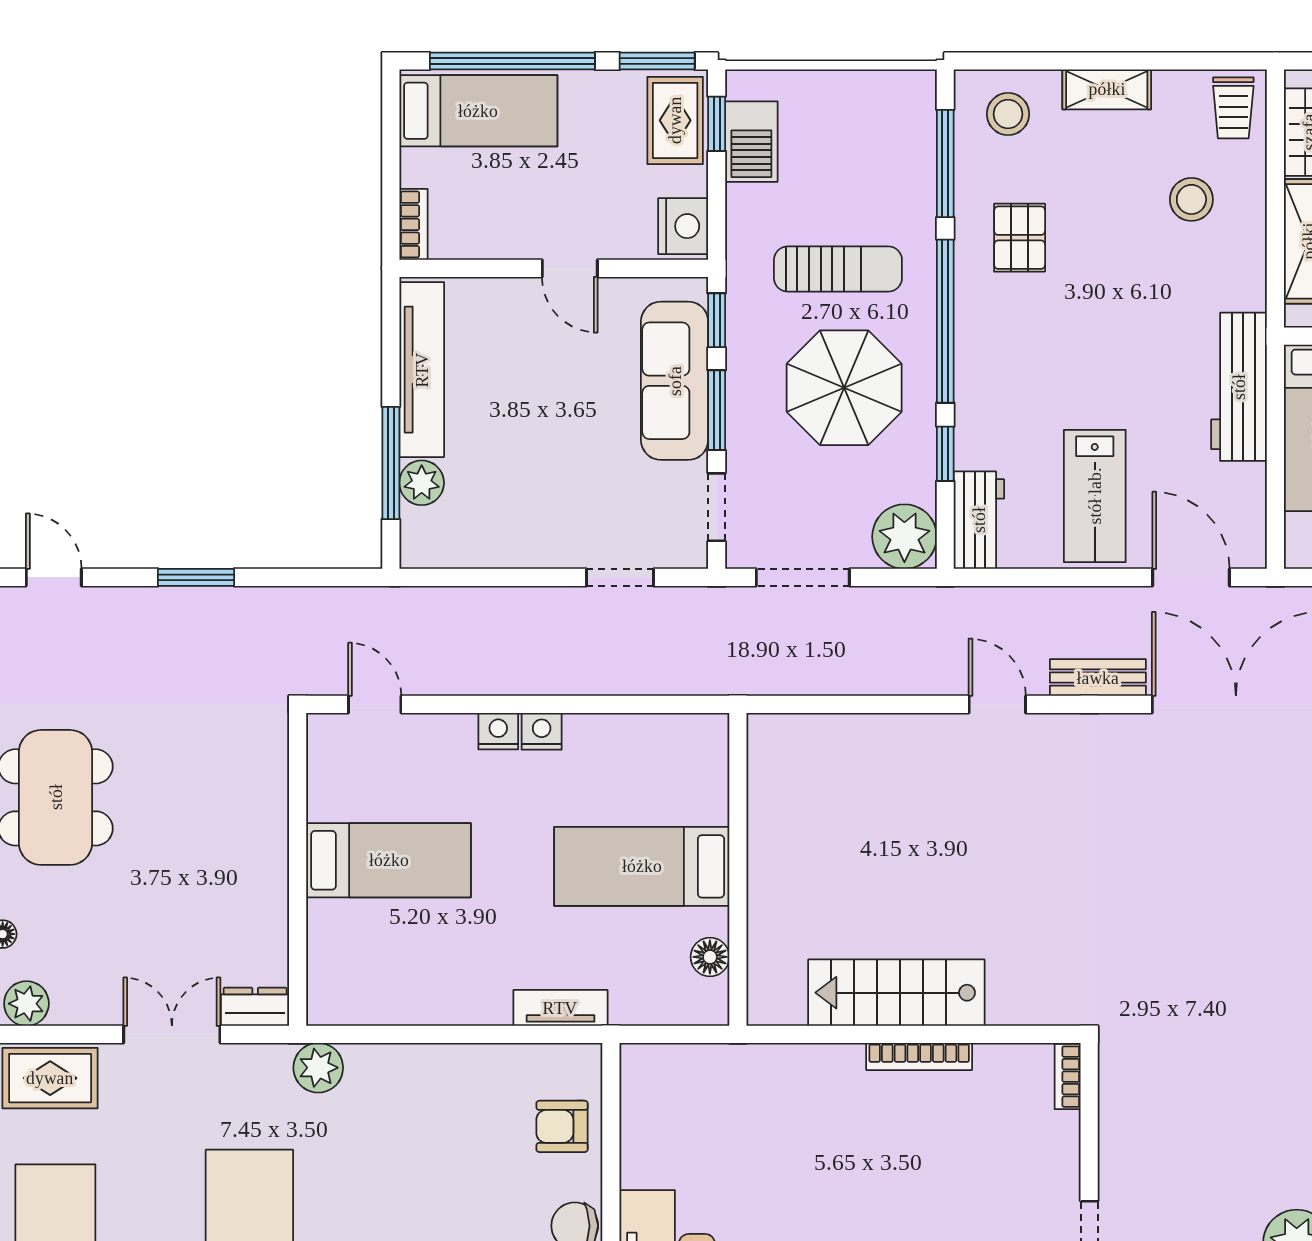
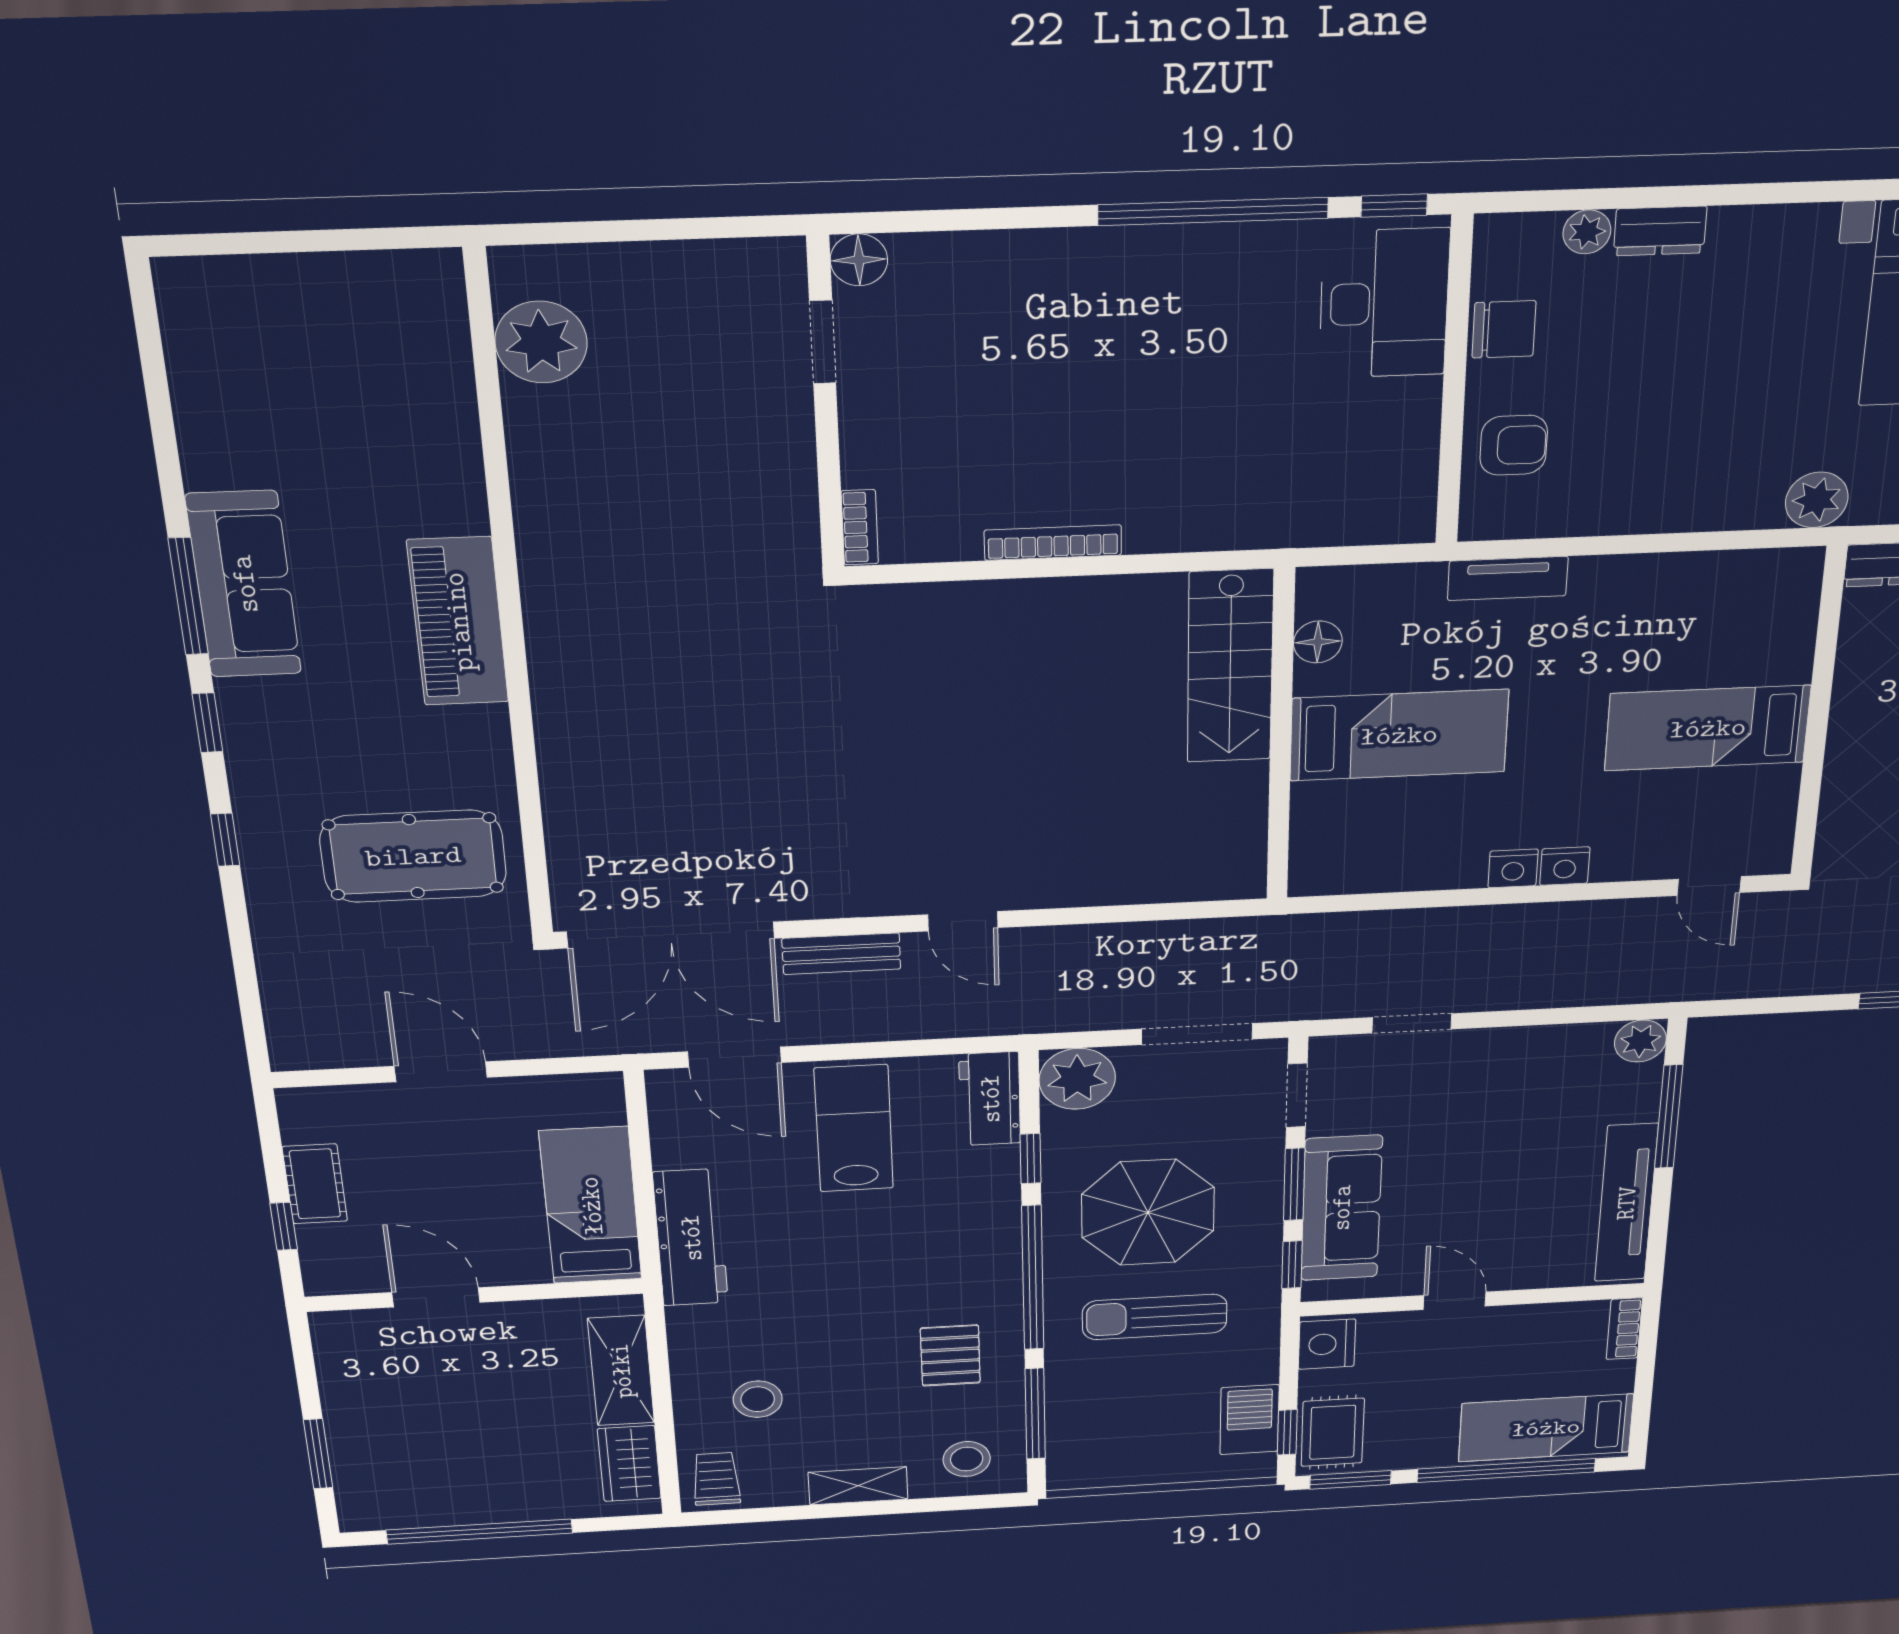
plant: (422, 483) -> (1640, 1041), moved
stairs: (896, 993) -> (1230, 666), moved, turned 90

